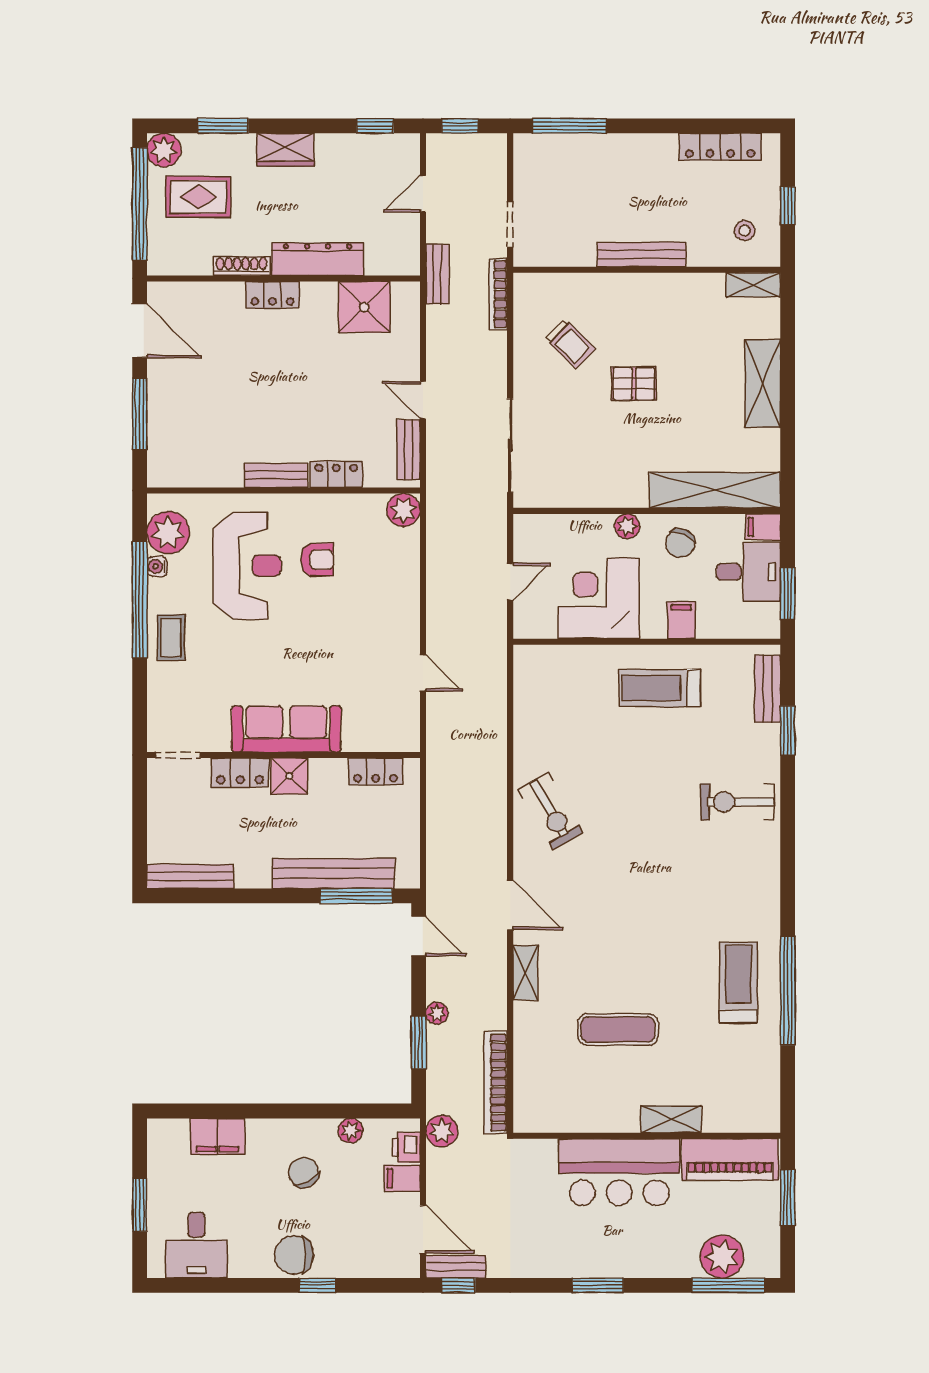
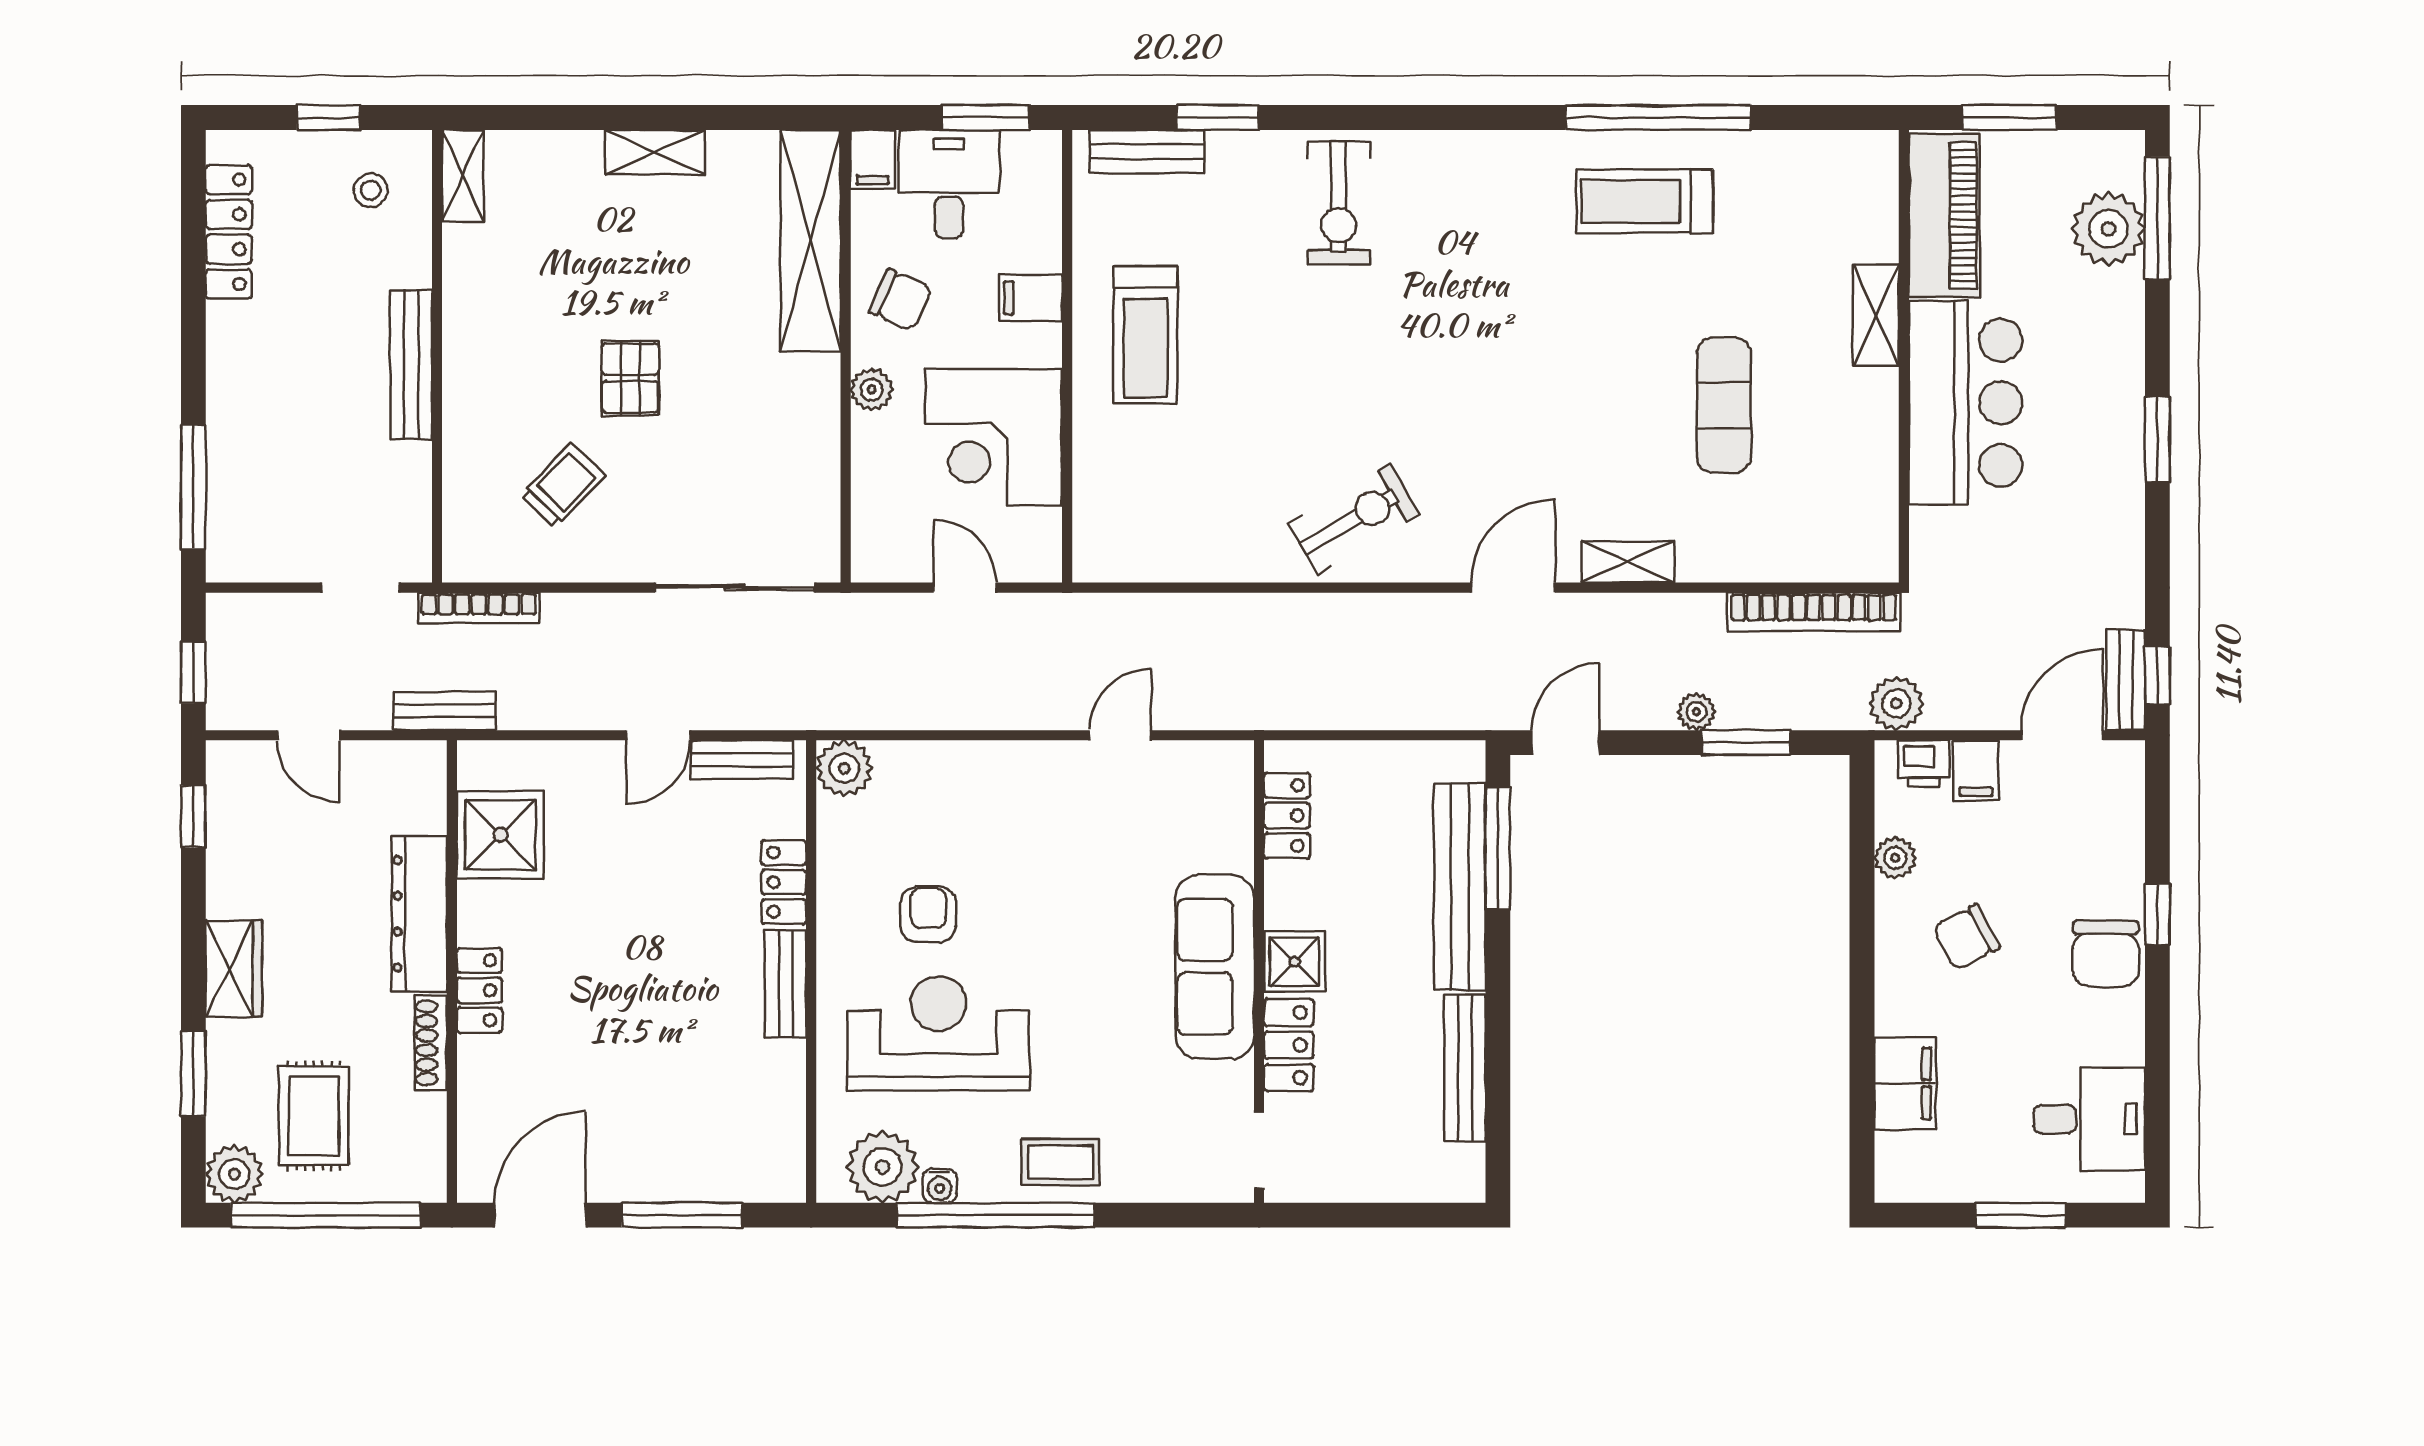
shelving: (763, 383) -> (655, 152), width x0.67, depth x0.75
bench: (190, 877) -> (1465, 1068), moved

